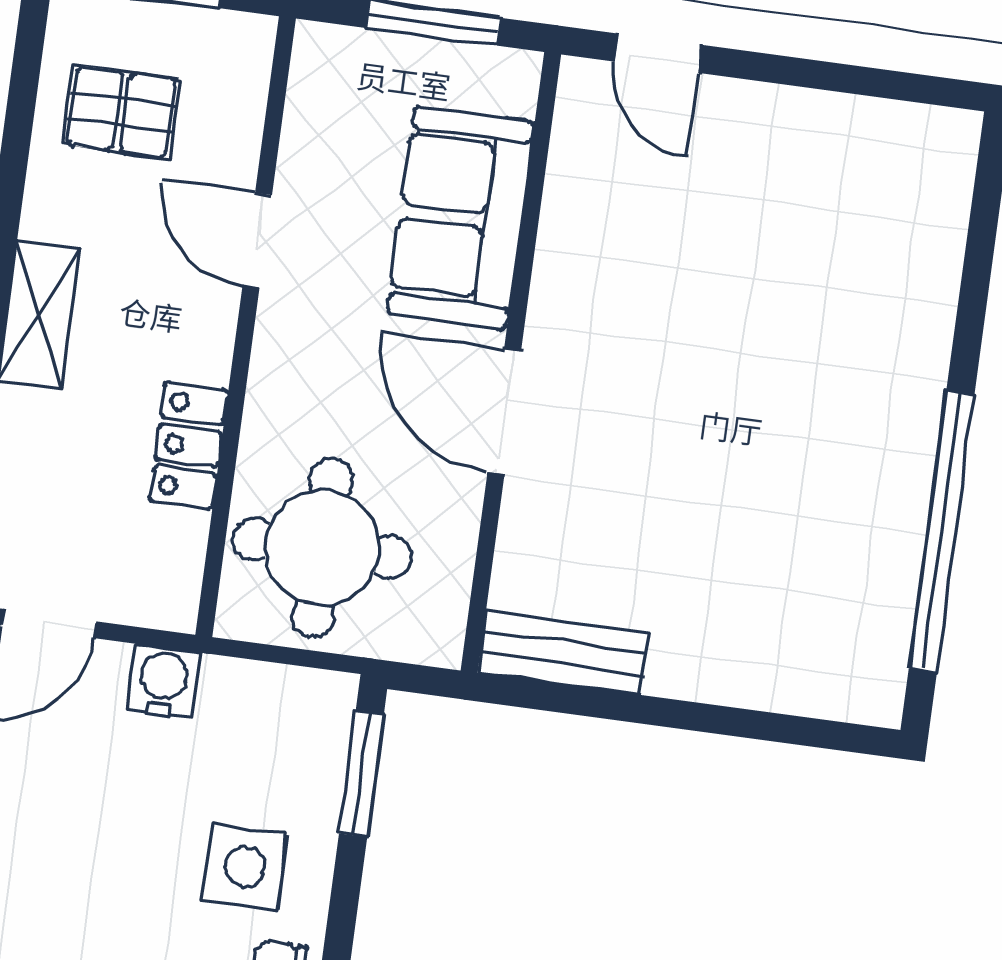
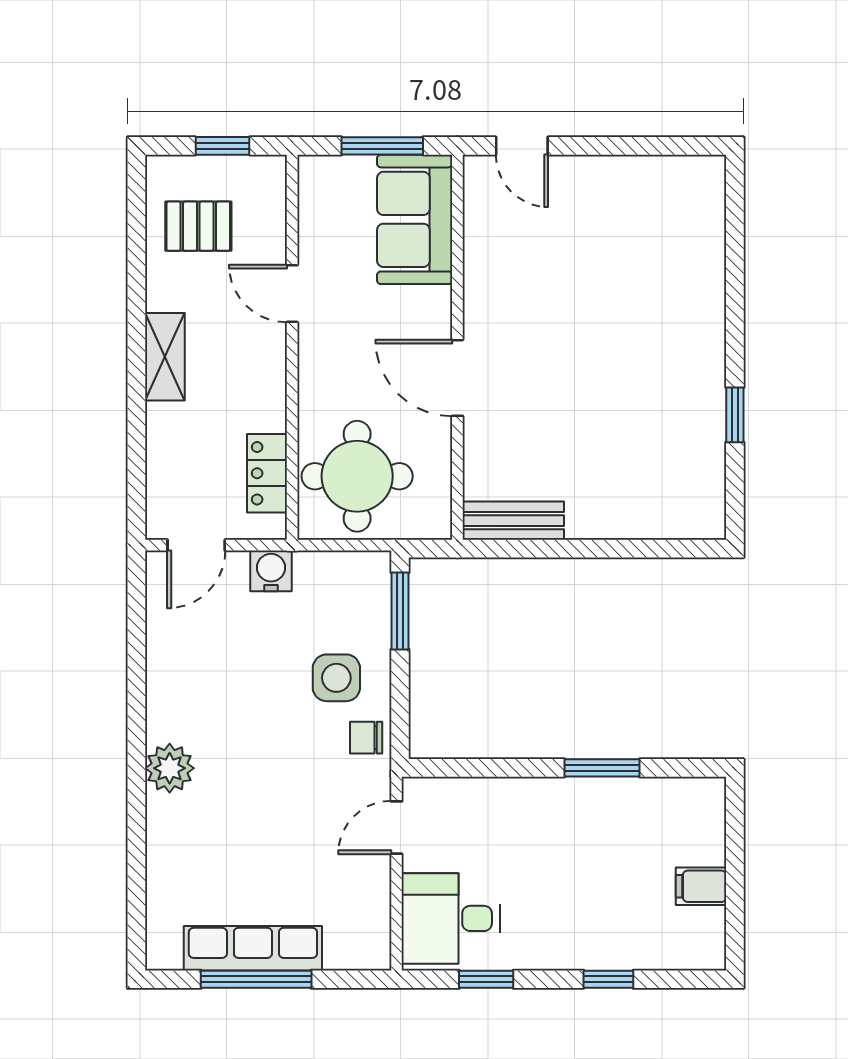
sofa: (461, 218) -> (415, 219), moved
locker: (189, 446) -> (267, 473), moved
window: (942, 531) -> (735, 415), width x0.32

